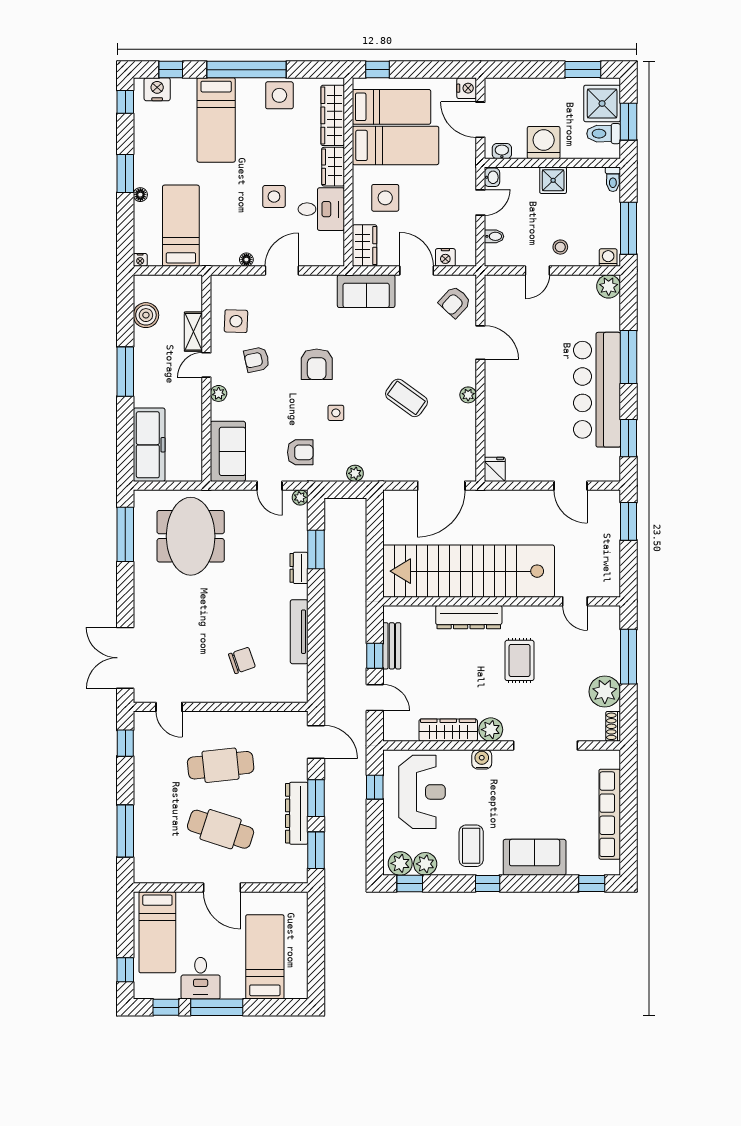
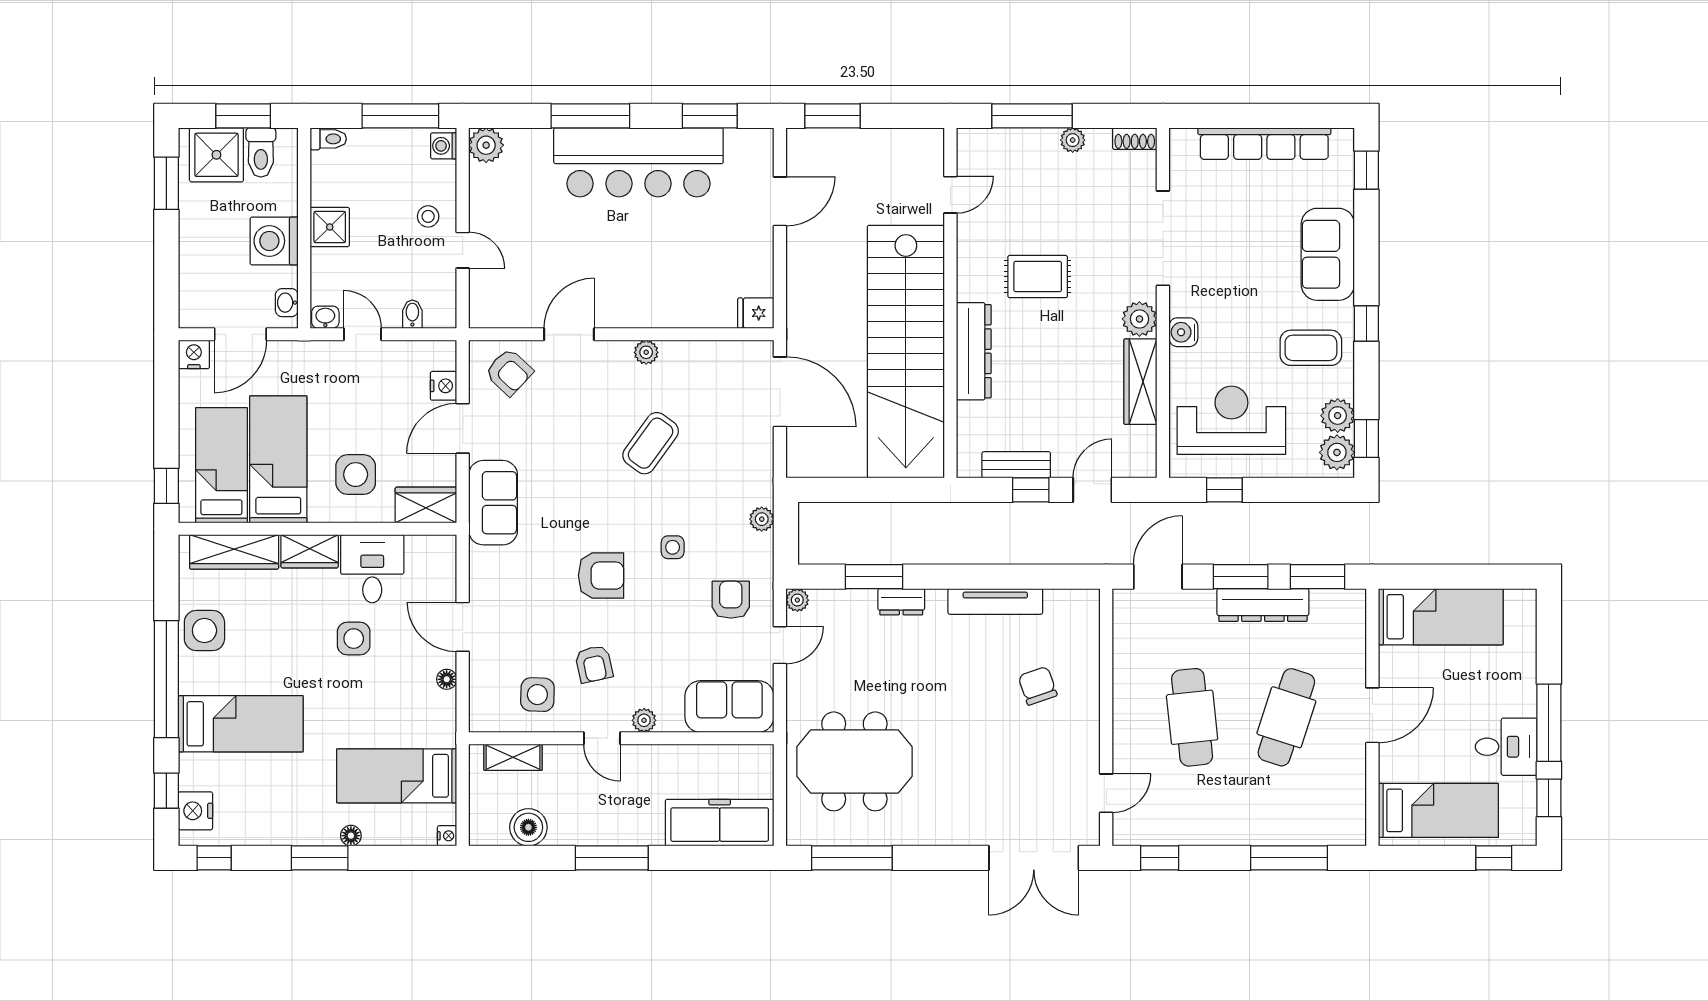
shelving: (193, 332) -> (513, 757), moved
plant: (605, 692) -> (1073, 140), width x0.53, depth x0.53
bed: (265, 957) -> (1441, 617), moved, turned 180

